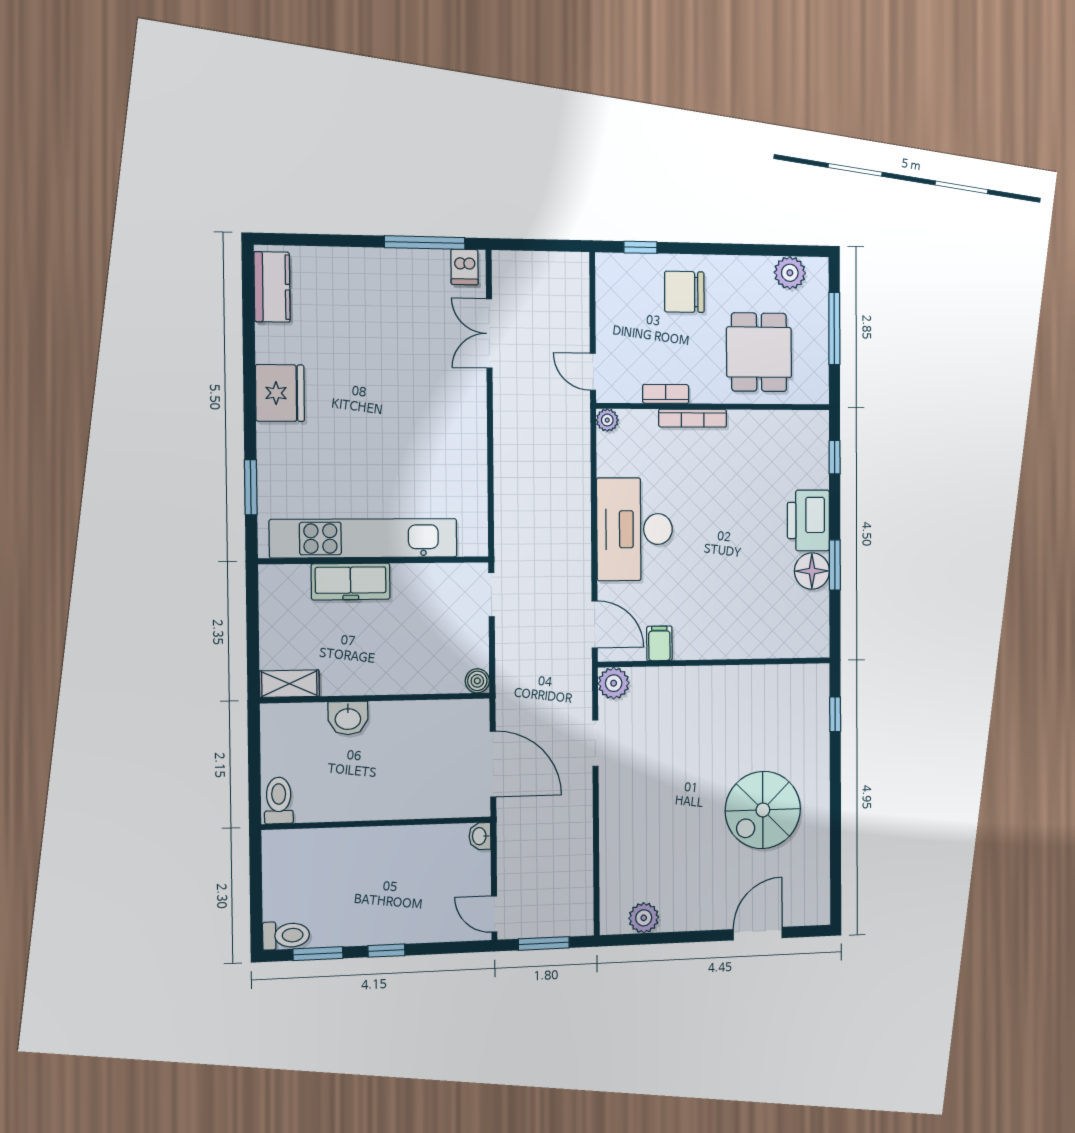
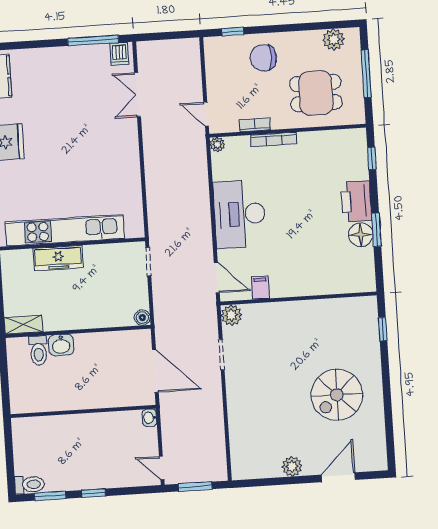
dining table: (759, 352) -> (316, 93), turned 90
toilet: (279, 800) -> (38, 351), moved, turned 180
plant: (644, 918) -> (292, 466), moved

